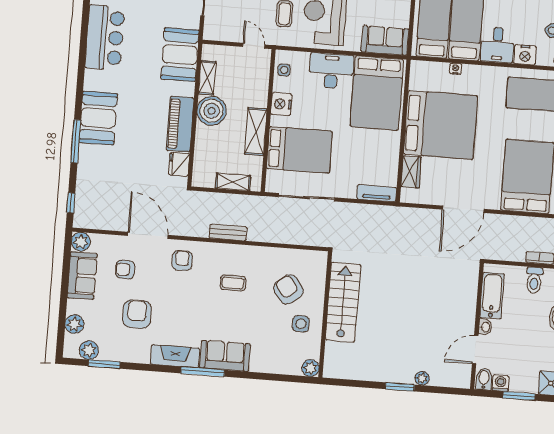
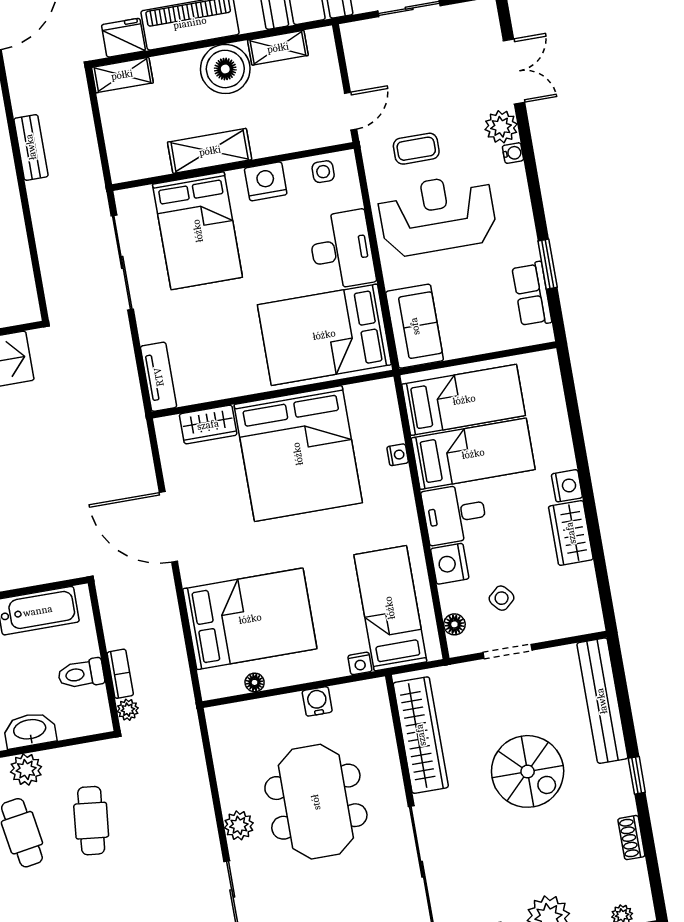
shelving: (233, 182) -> (122, 75), moved, turned 90

